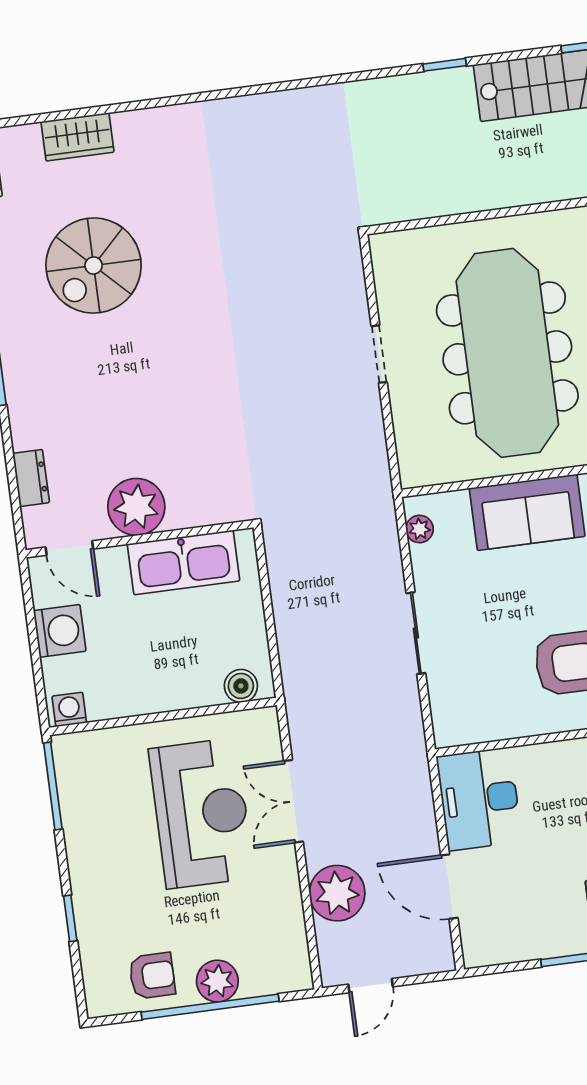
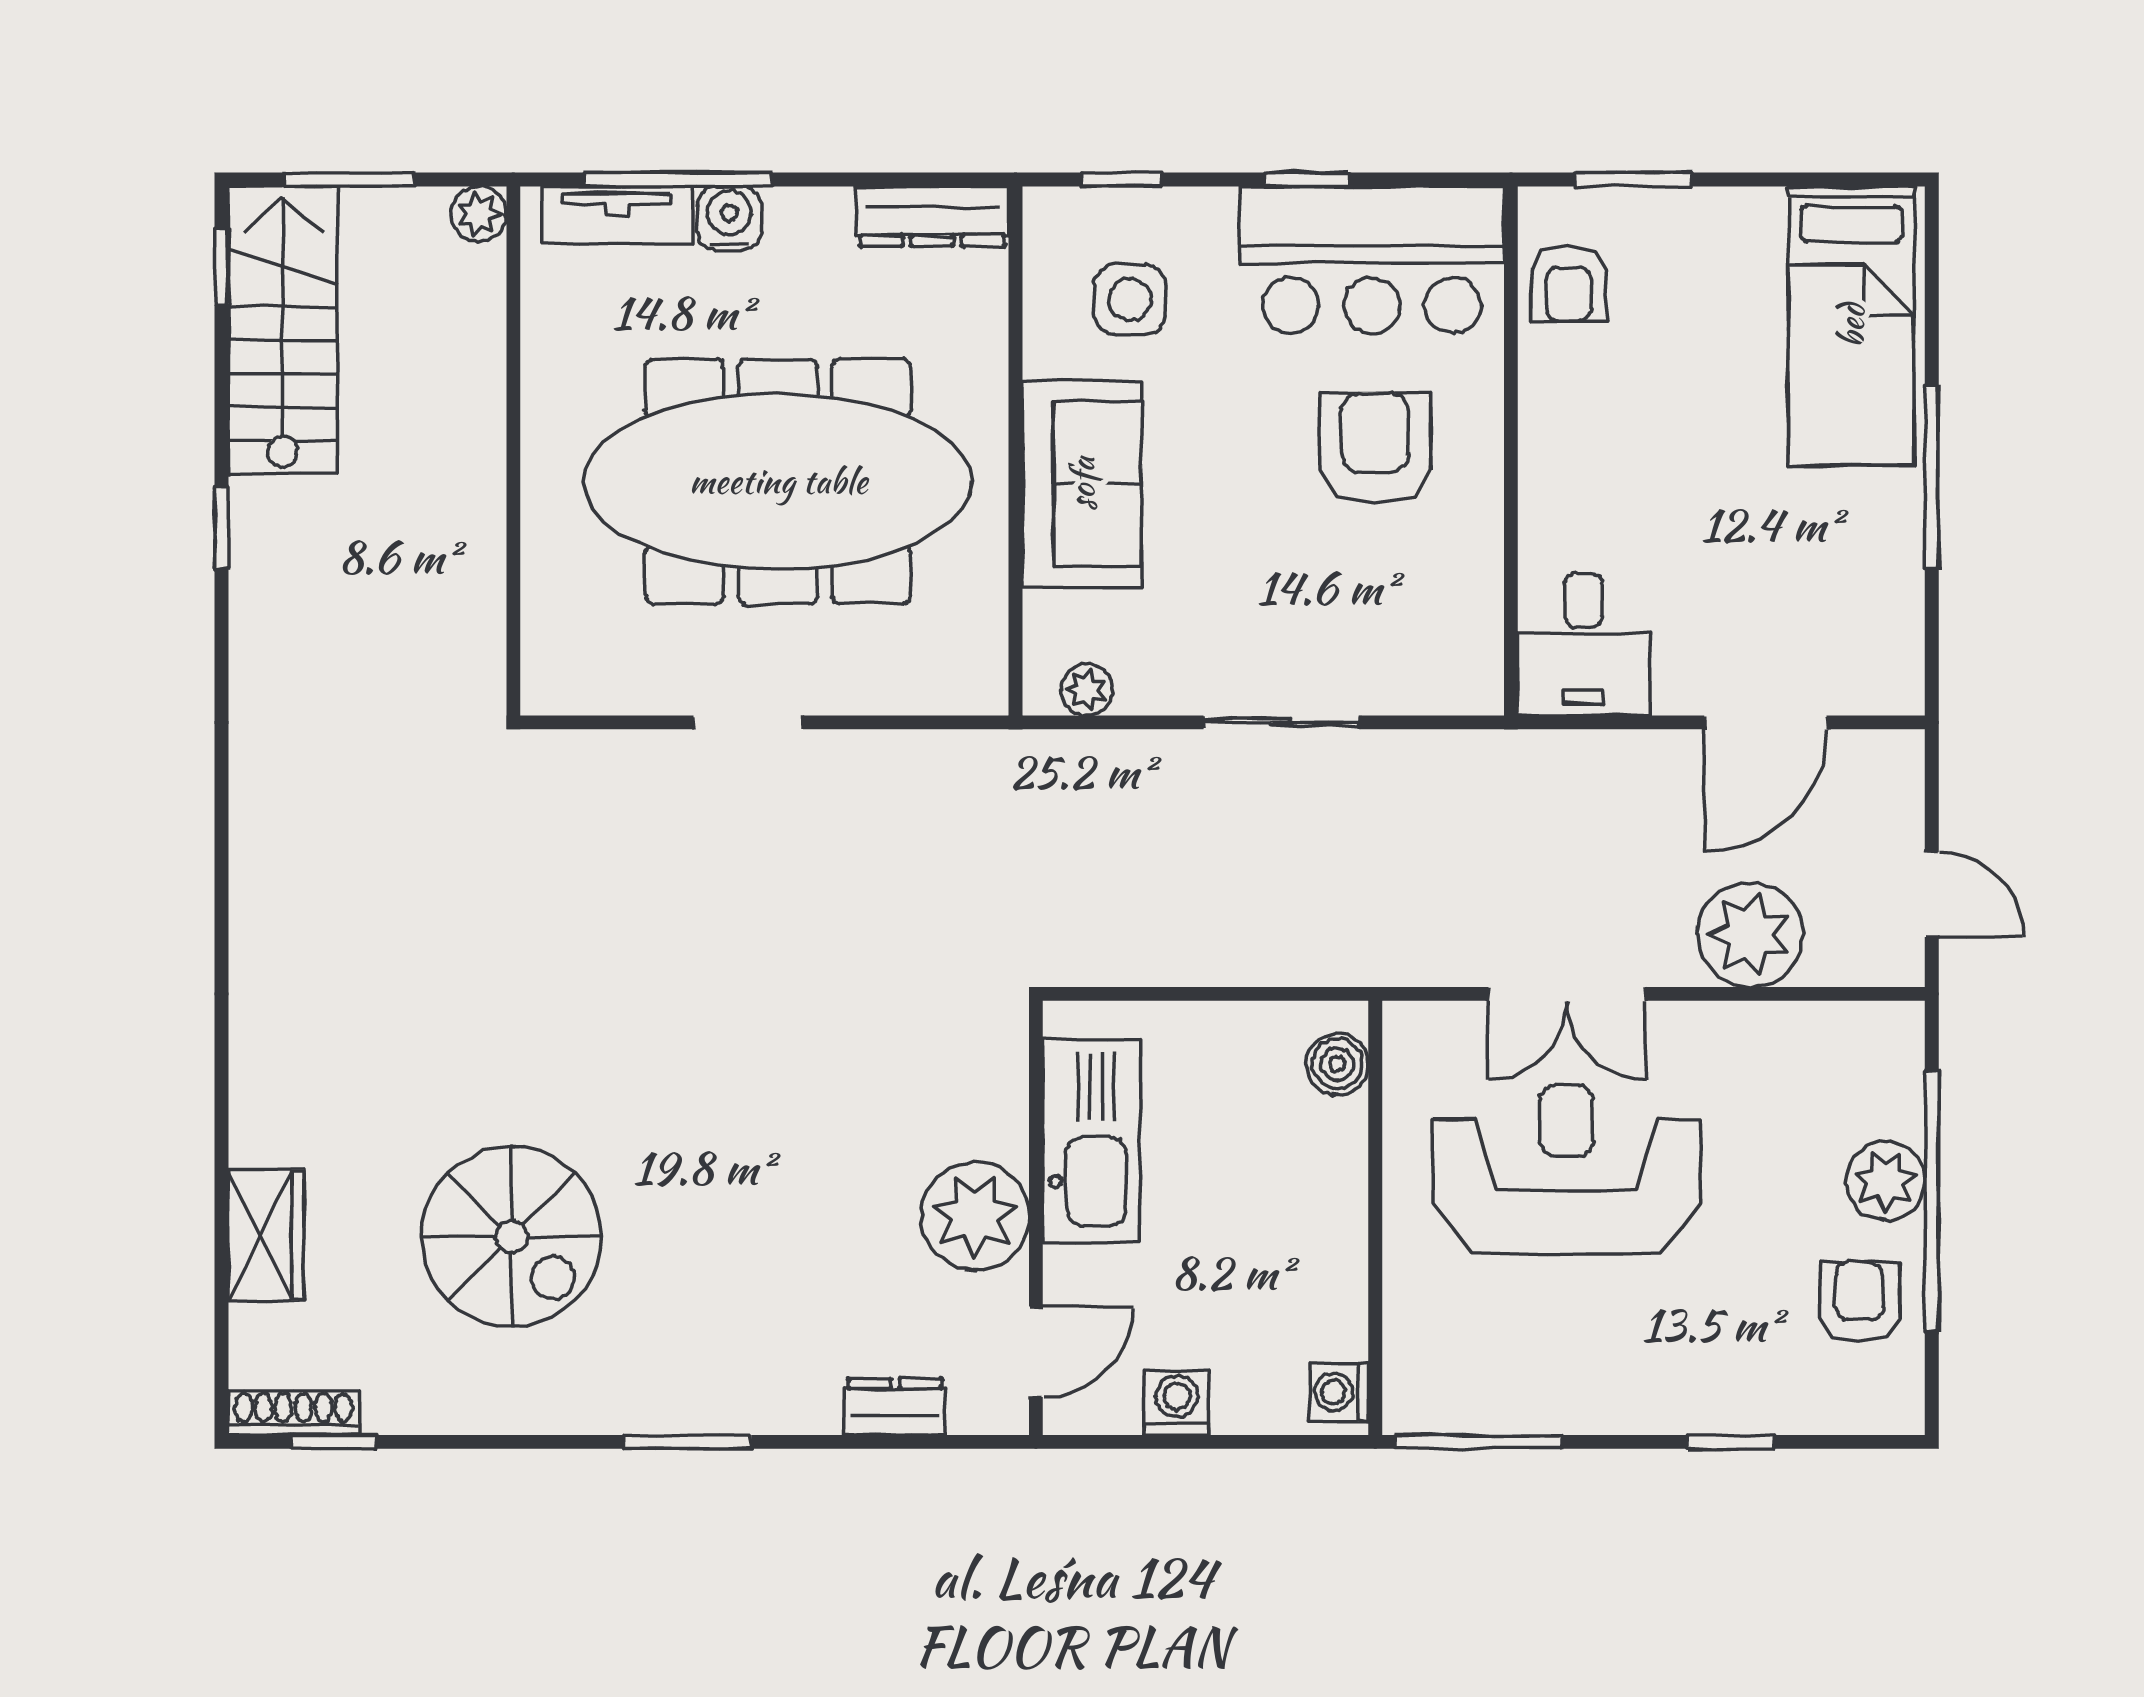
washing machine: (60, 631) -> (1177, 1403), width x0.73, depth x0.73
desk: (479, 799) -> (1584, 645), width x0.73

